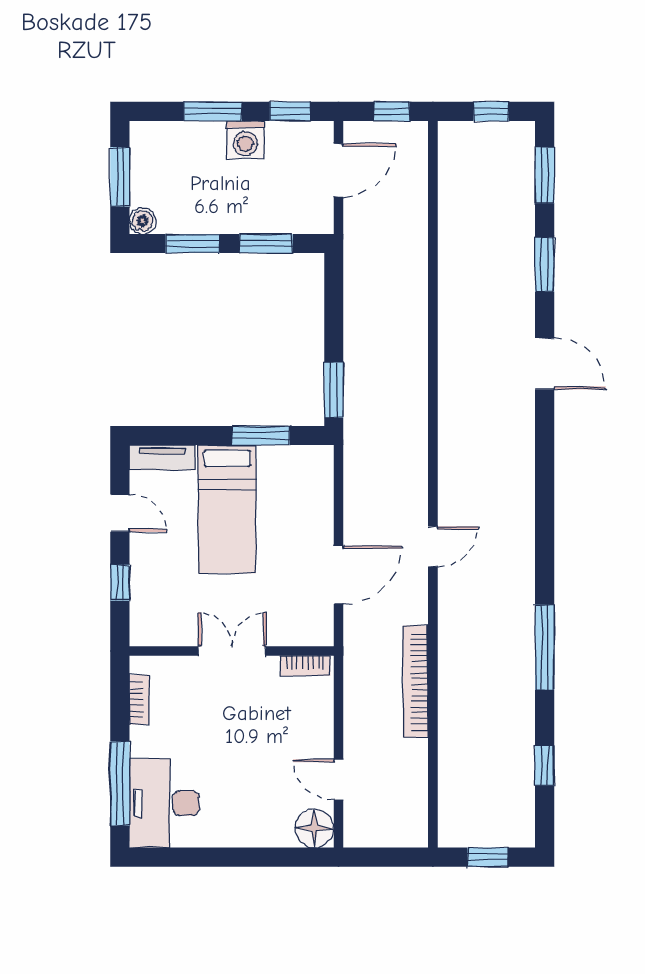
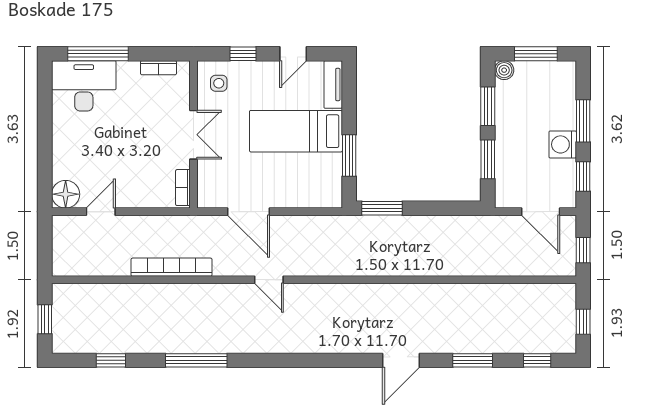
window: (545, 175) -> (537, 360), width x0.67
side table: (161, 616) -> (219, 83), added

